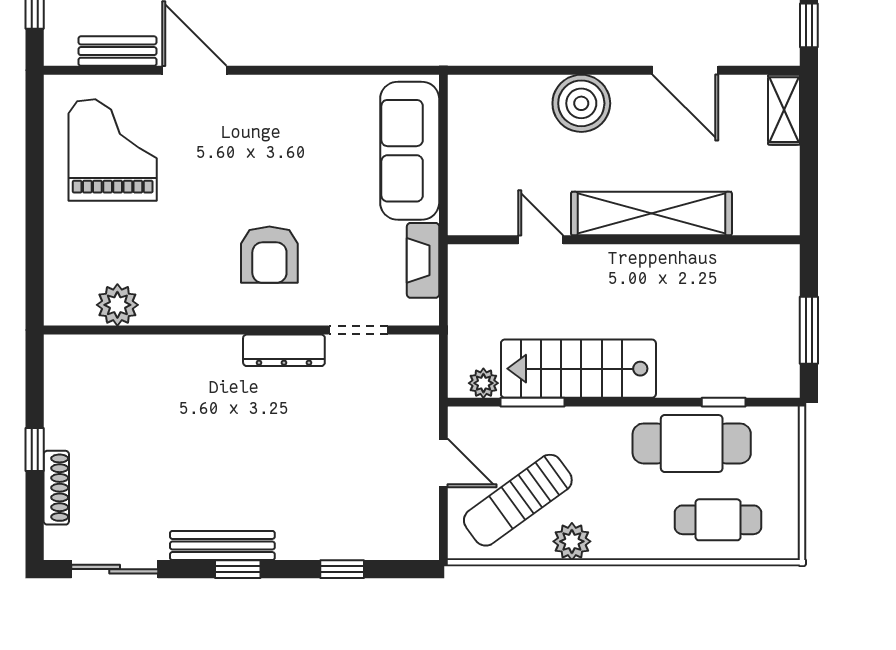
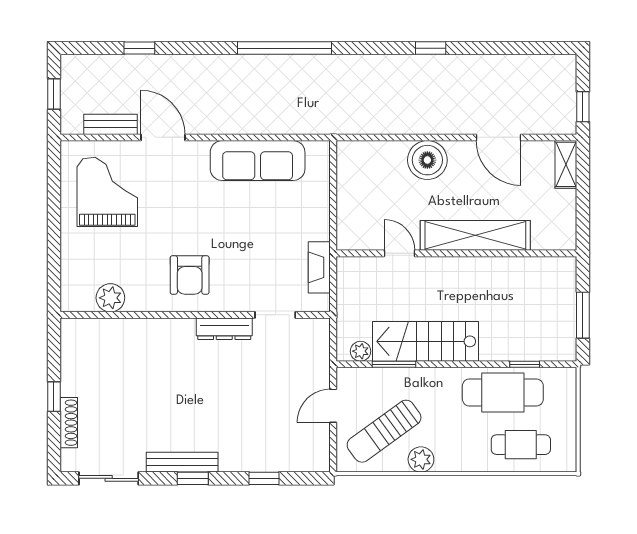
sofa: (410, 151) -> (258, 161), moved, turned -90
armchair: (269, 255) -> (190, 275), moved
door: (443, 463) -> (333, 406), swing flipped

